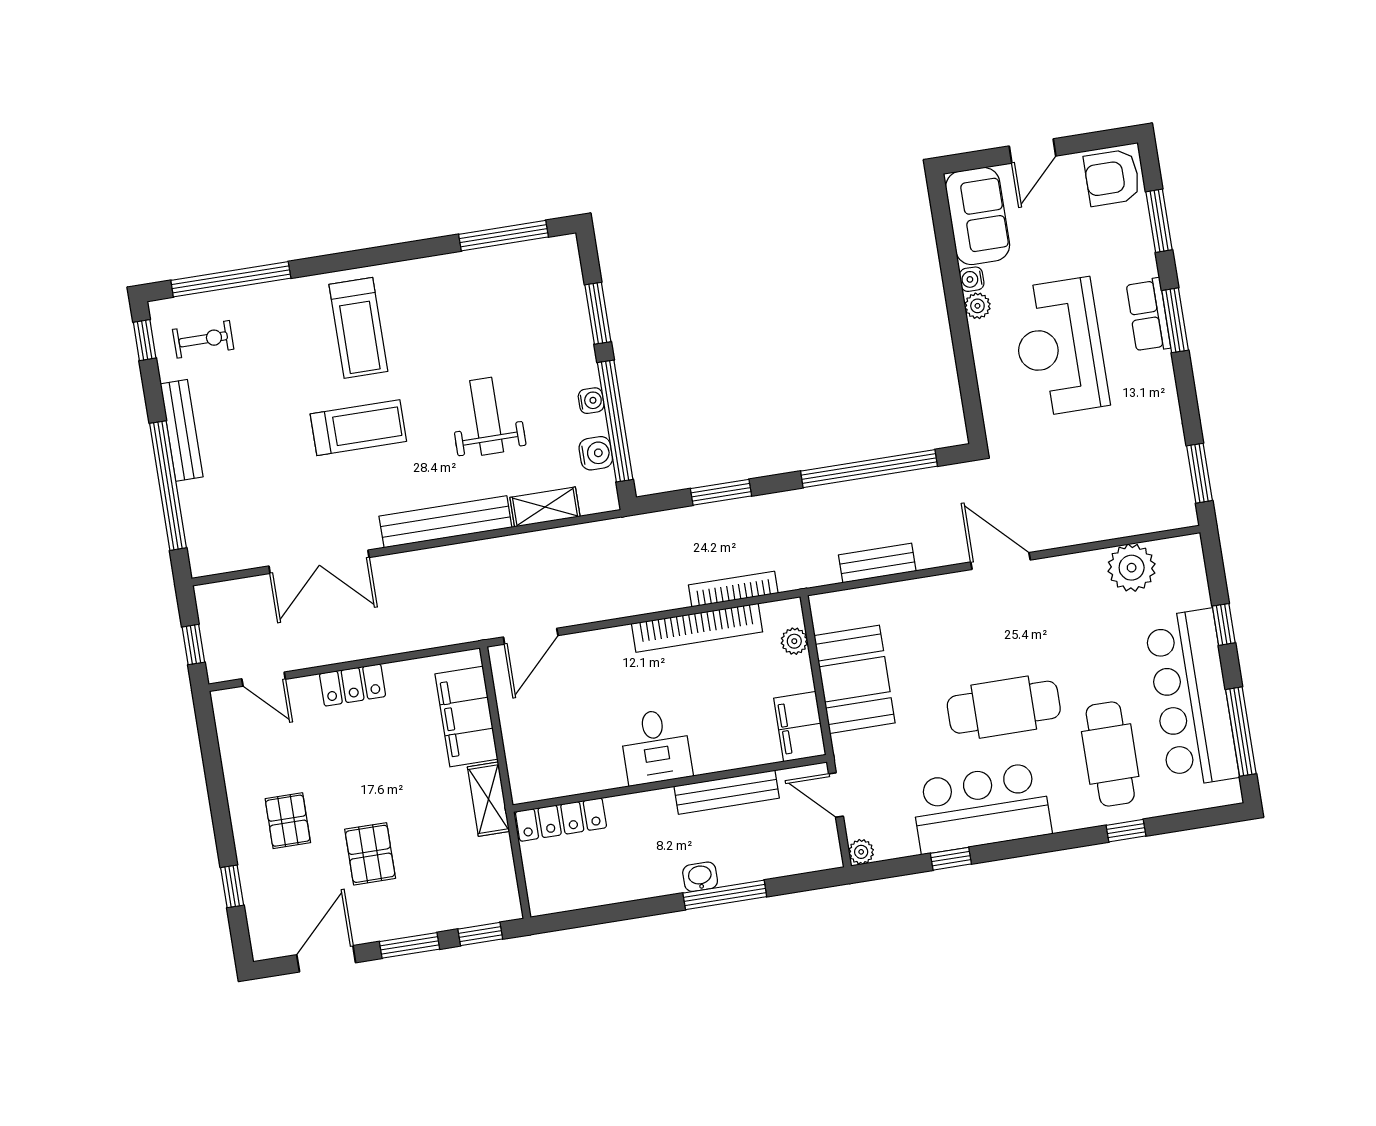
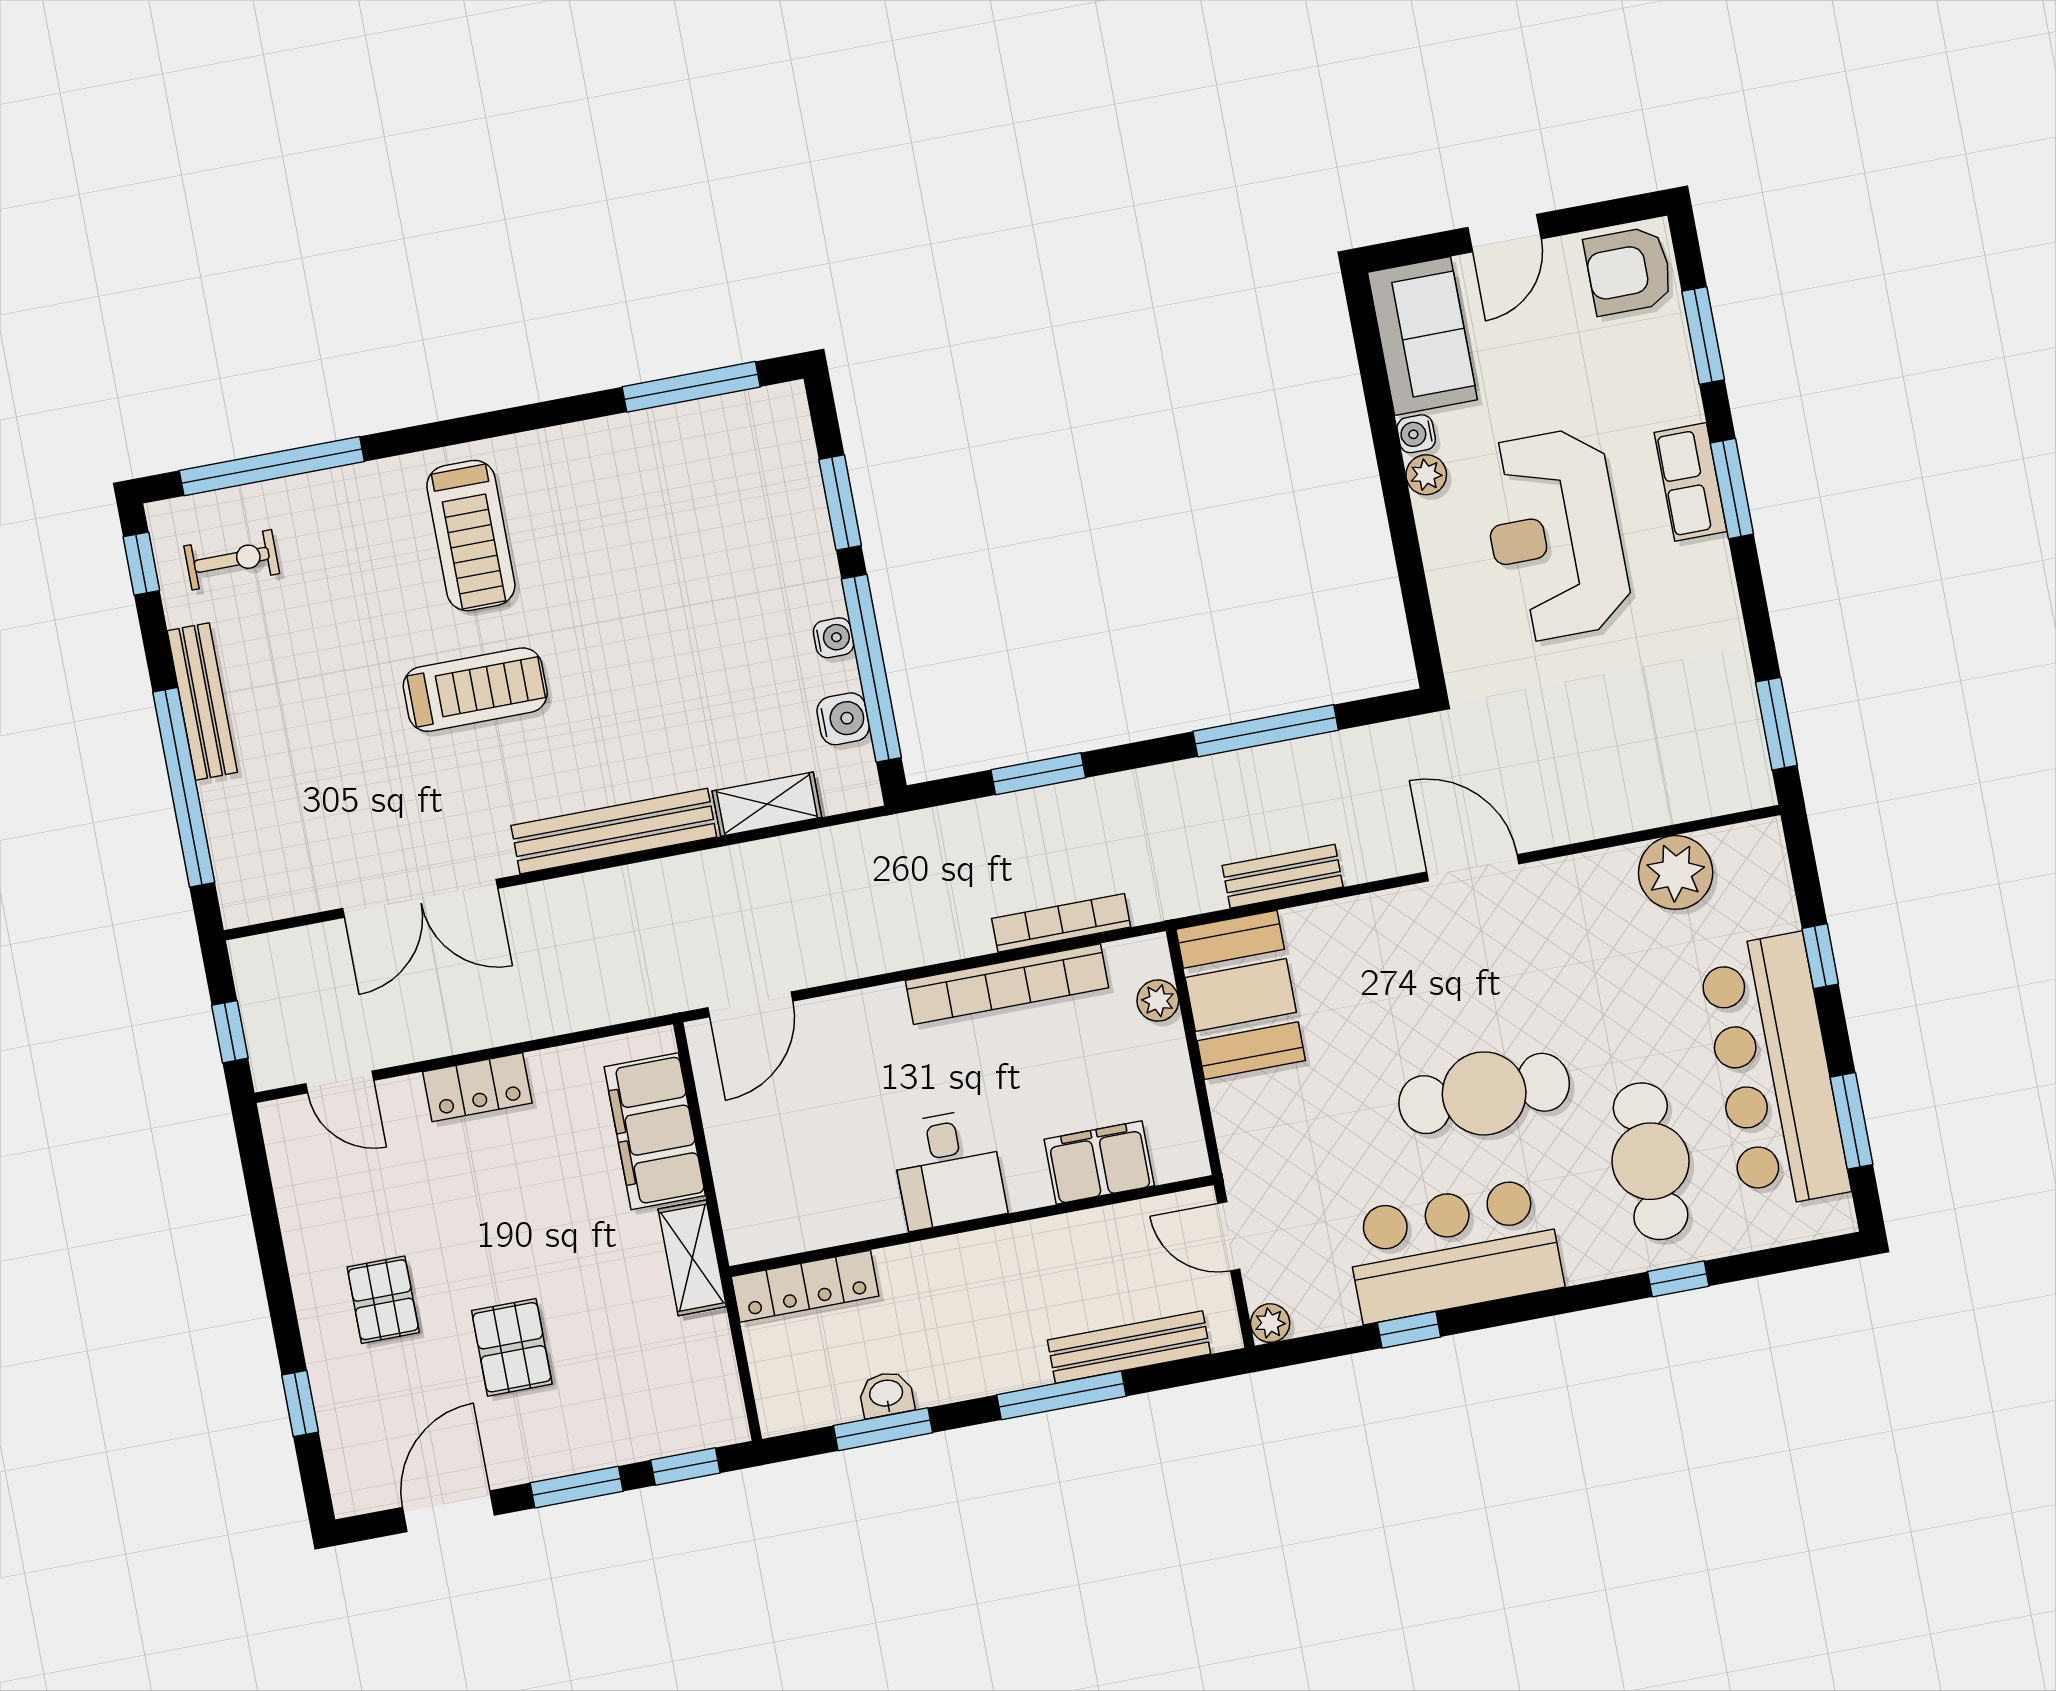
weight bench: (487, 416) -> (673, 666), removed
window: (869, 469) -> (1266, 731), width x0.68
booth: (854, 679) -> (1241, 995), moved
filing cabinet: (800, 727) -> (1099, 1162), moved, turned 90
window: (1241, 732) -> (1851, 1121), width x0.69
bench: (727, 792) -> (1129, 1347), moved
washbasin: (700, 877) -> (886, 1394), moved
window: (609, 913) -> (883, 1429), added

